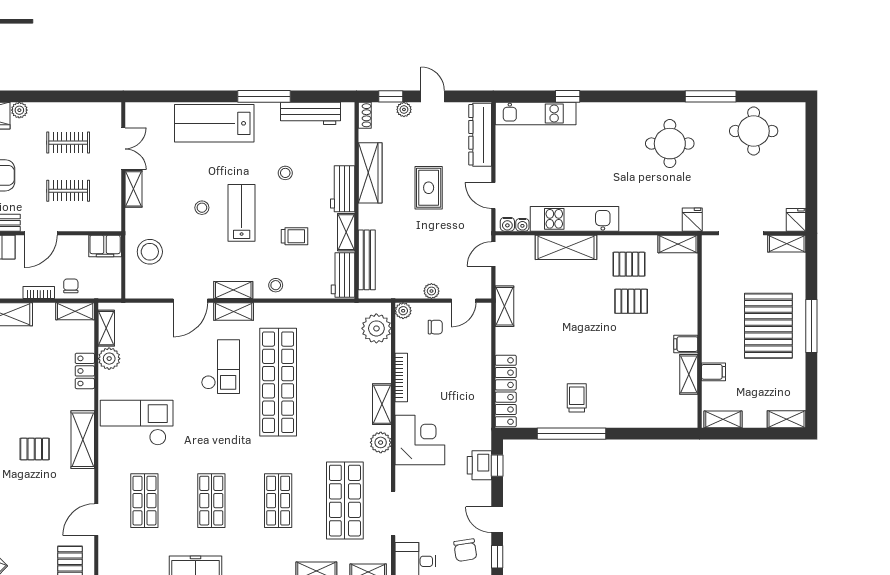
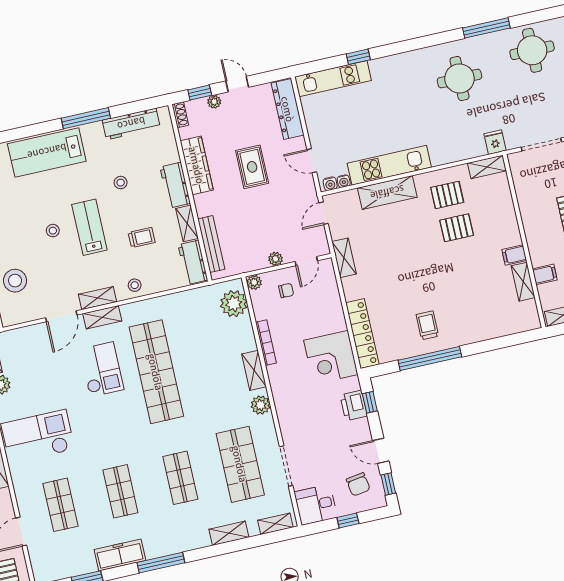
corner desk: (420, 440) -> (331, 357), moved, turned 180

